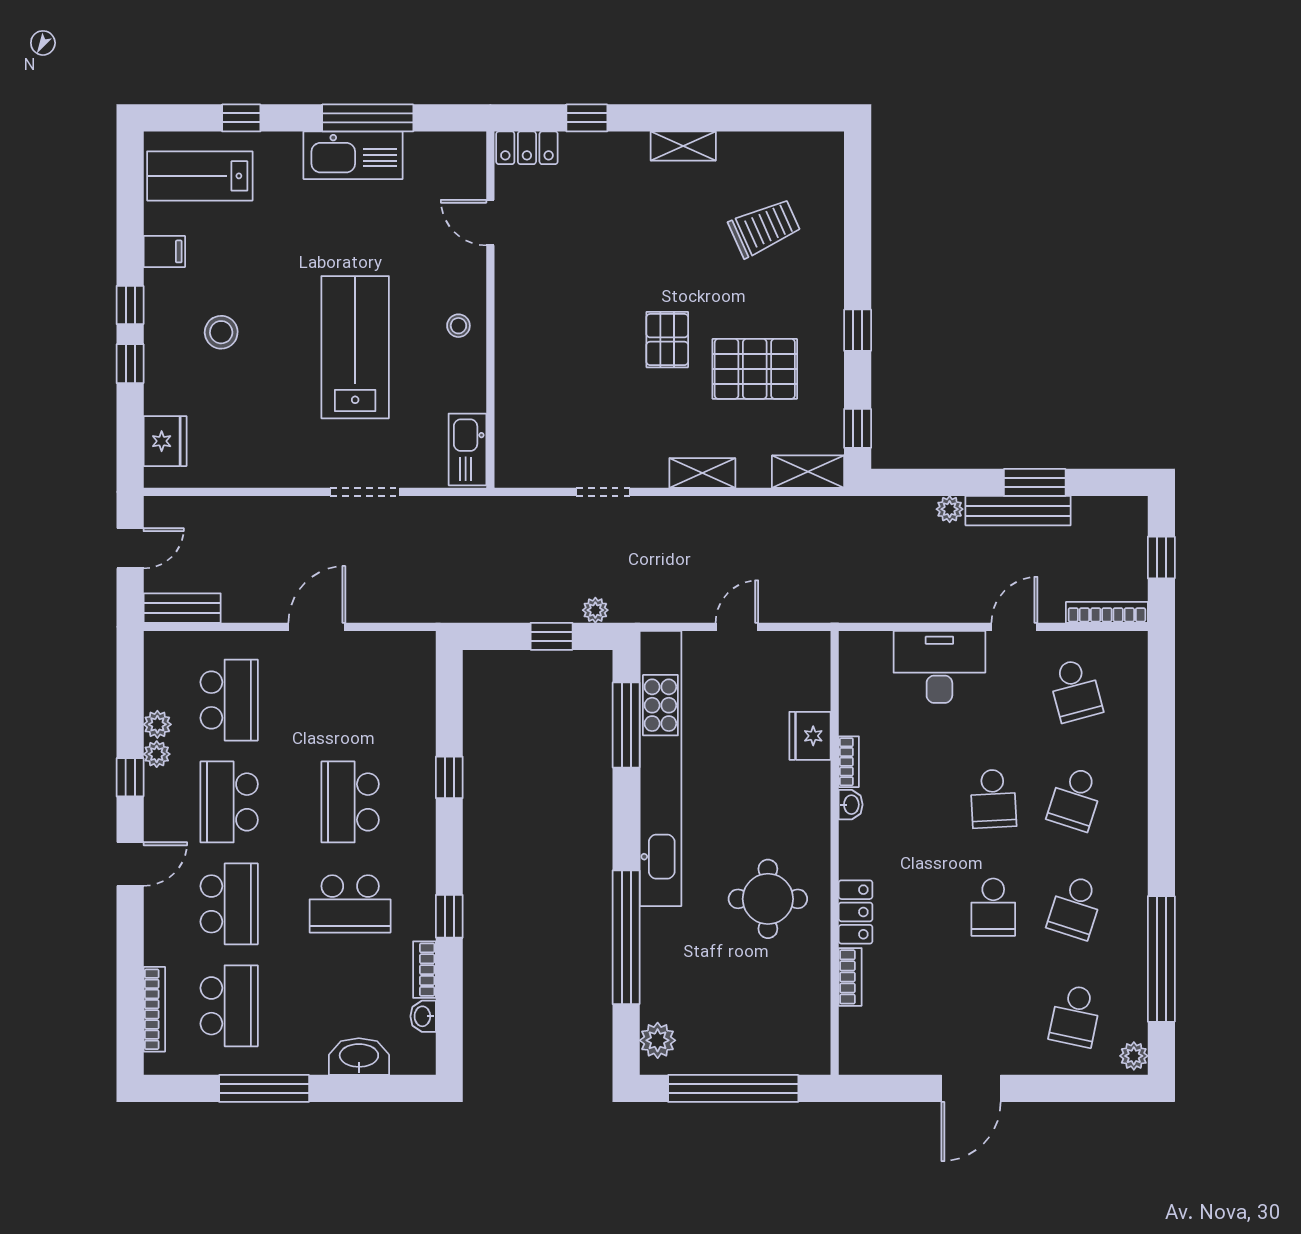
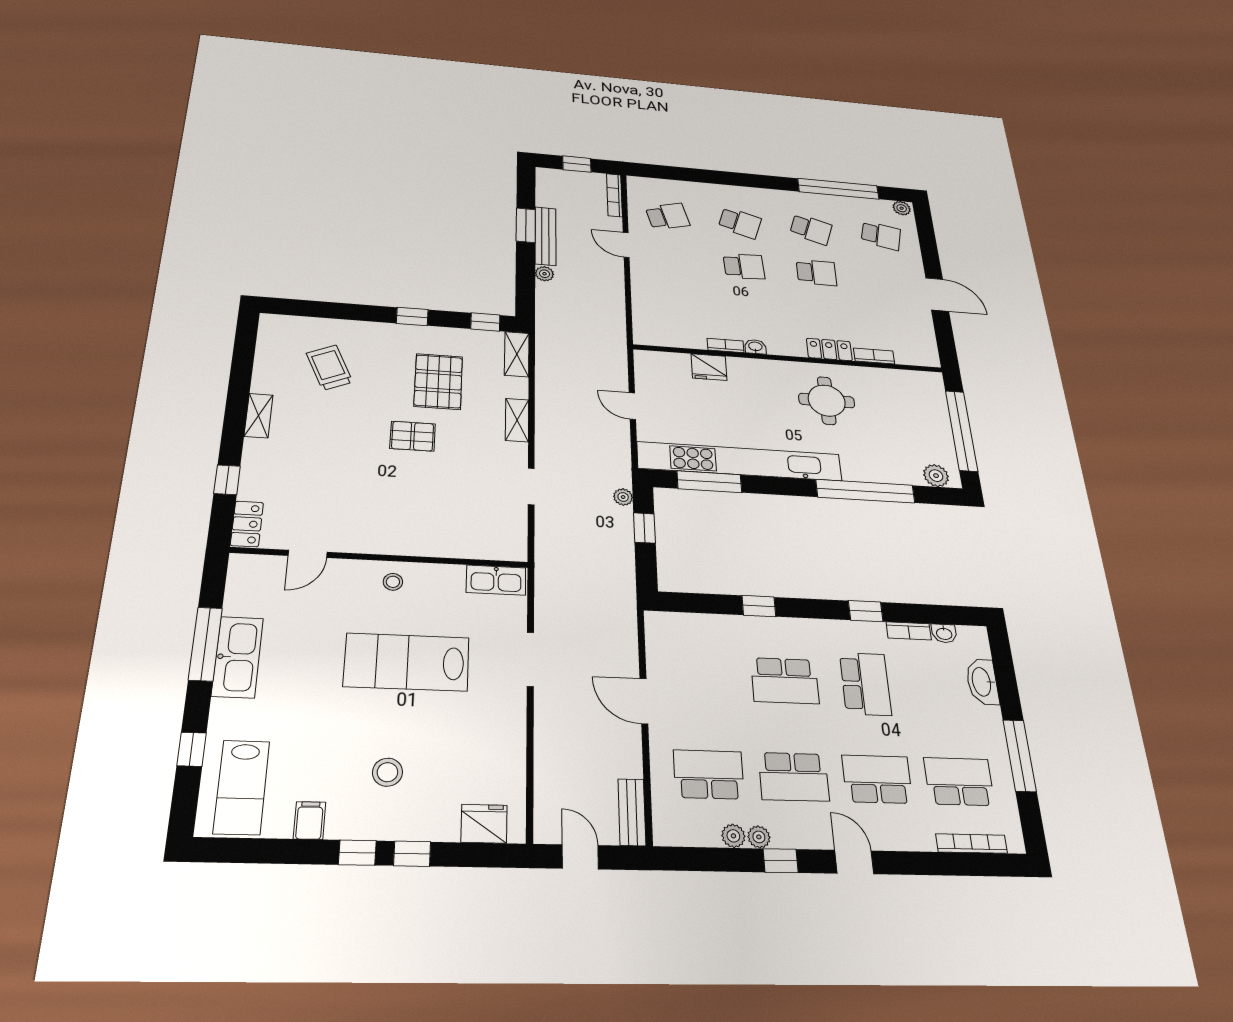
desk: (939, 667) -> (656, 288), removed

